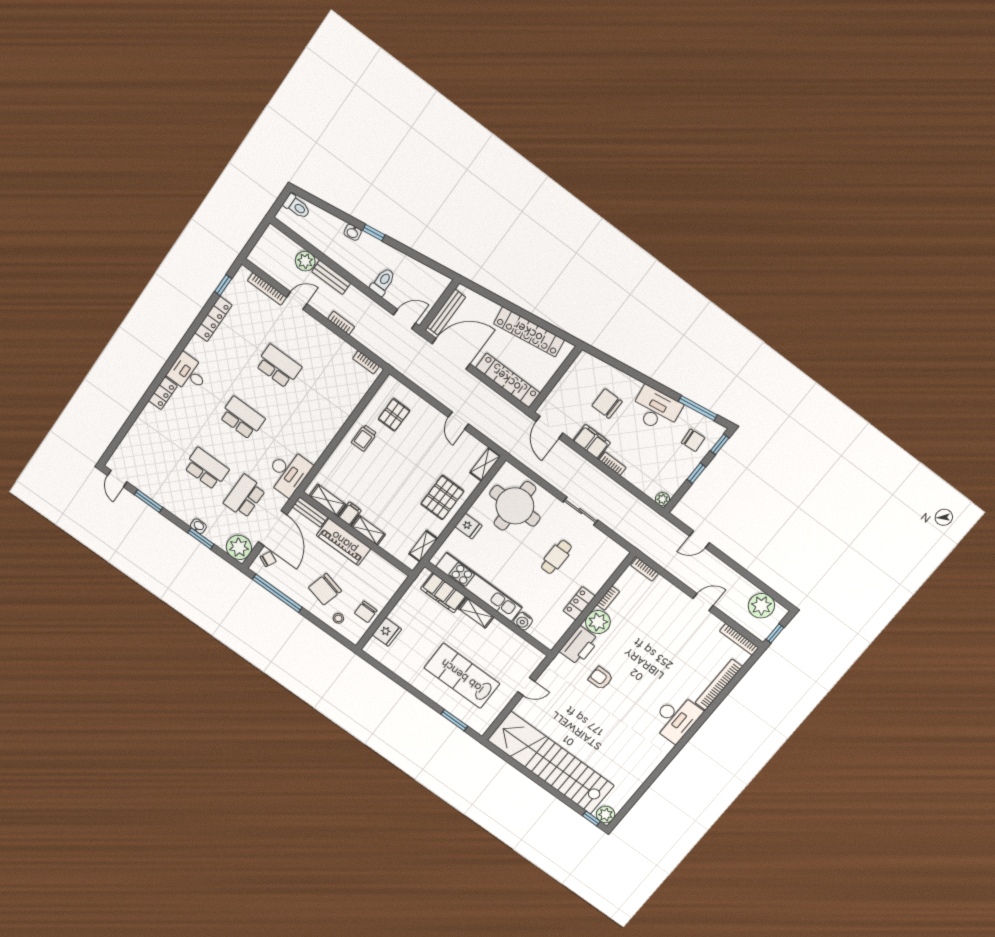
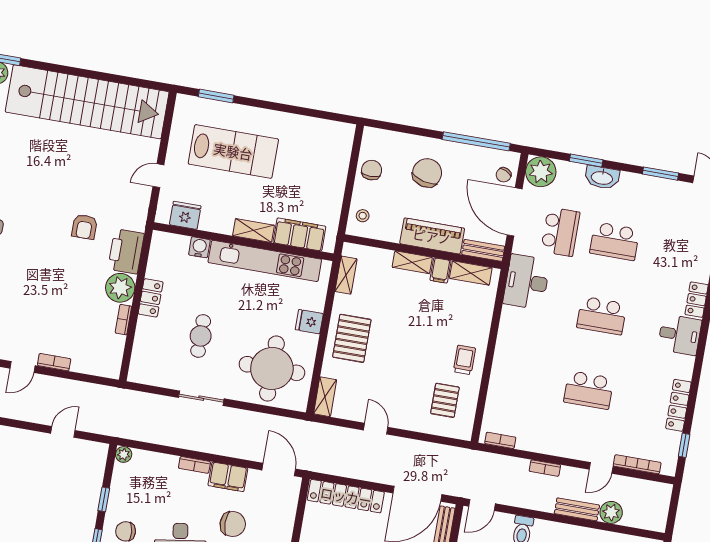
washbasin: (198, 526) -> (602, 177), width x1.91, depth x1.45
bookcase: (645, 569) -> (54, 362), moved
stool: (338, 618) -> (363, 216), moved
fridge: (387, 632) -> (185, 215), moved, turned 90
armchair: (601, 678) -> (84, 227), turned 90

